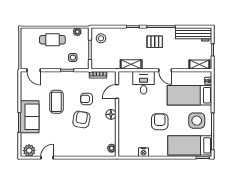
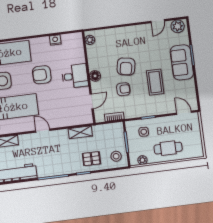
pallet: (155, 42) -> (91, 159), moved
desk: (144, 83) -> (75, 76), moved, turned -90
armchair: (160, 122) -> (42, 75), turned 90

